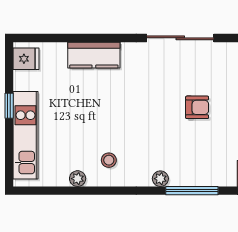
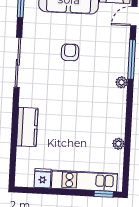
fridge: (26, 59) -> (43, 178), moved
window: (9, 106) -> (104, 194), moved
stool: (109, 160) -> (106, 120), removed

